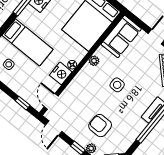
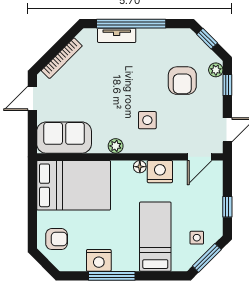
side table: (117, 85) -> (147, 120), moved
window: (23, 103) -> (227, 207), moved

